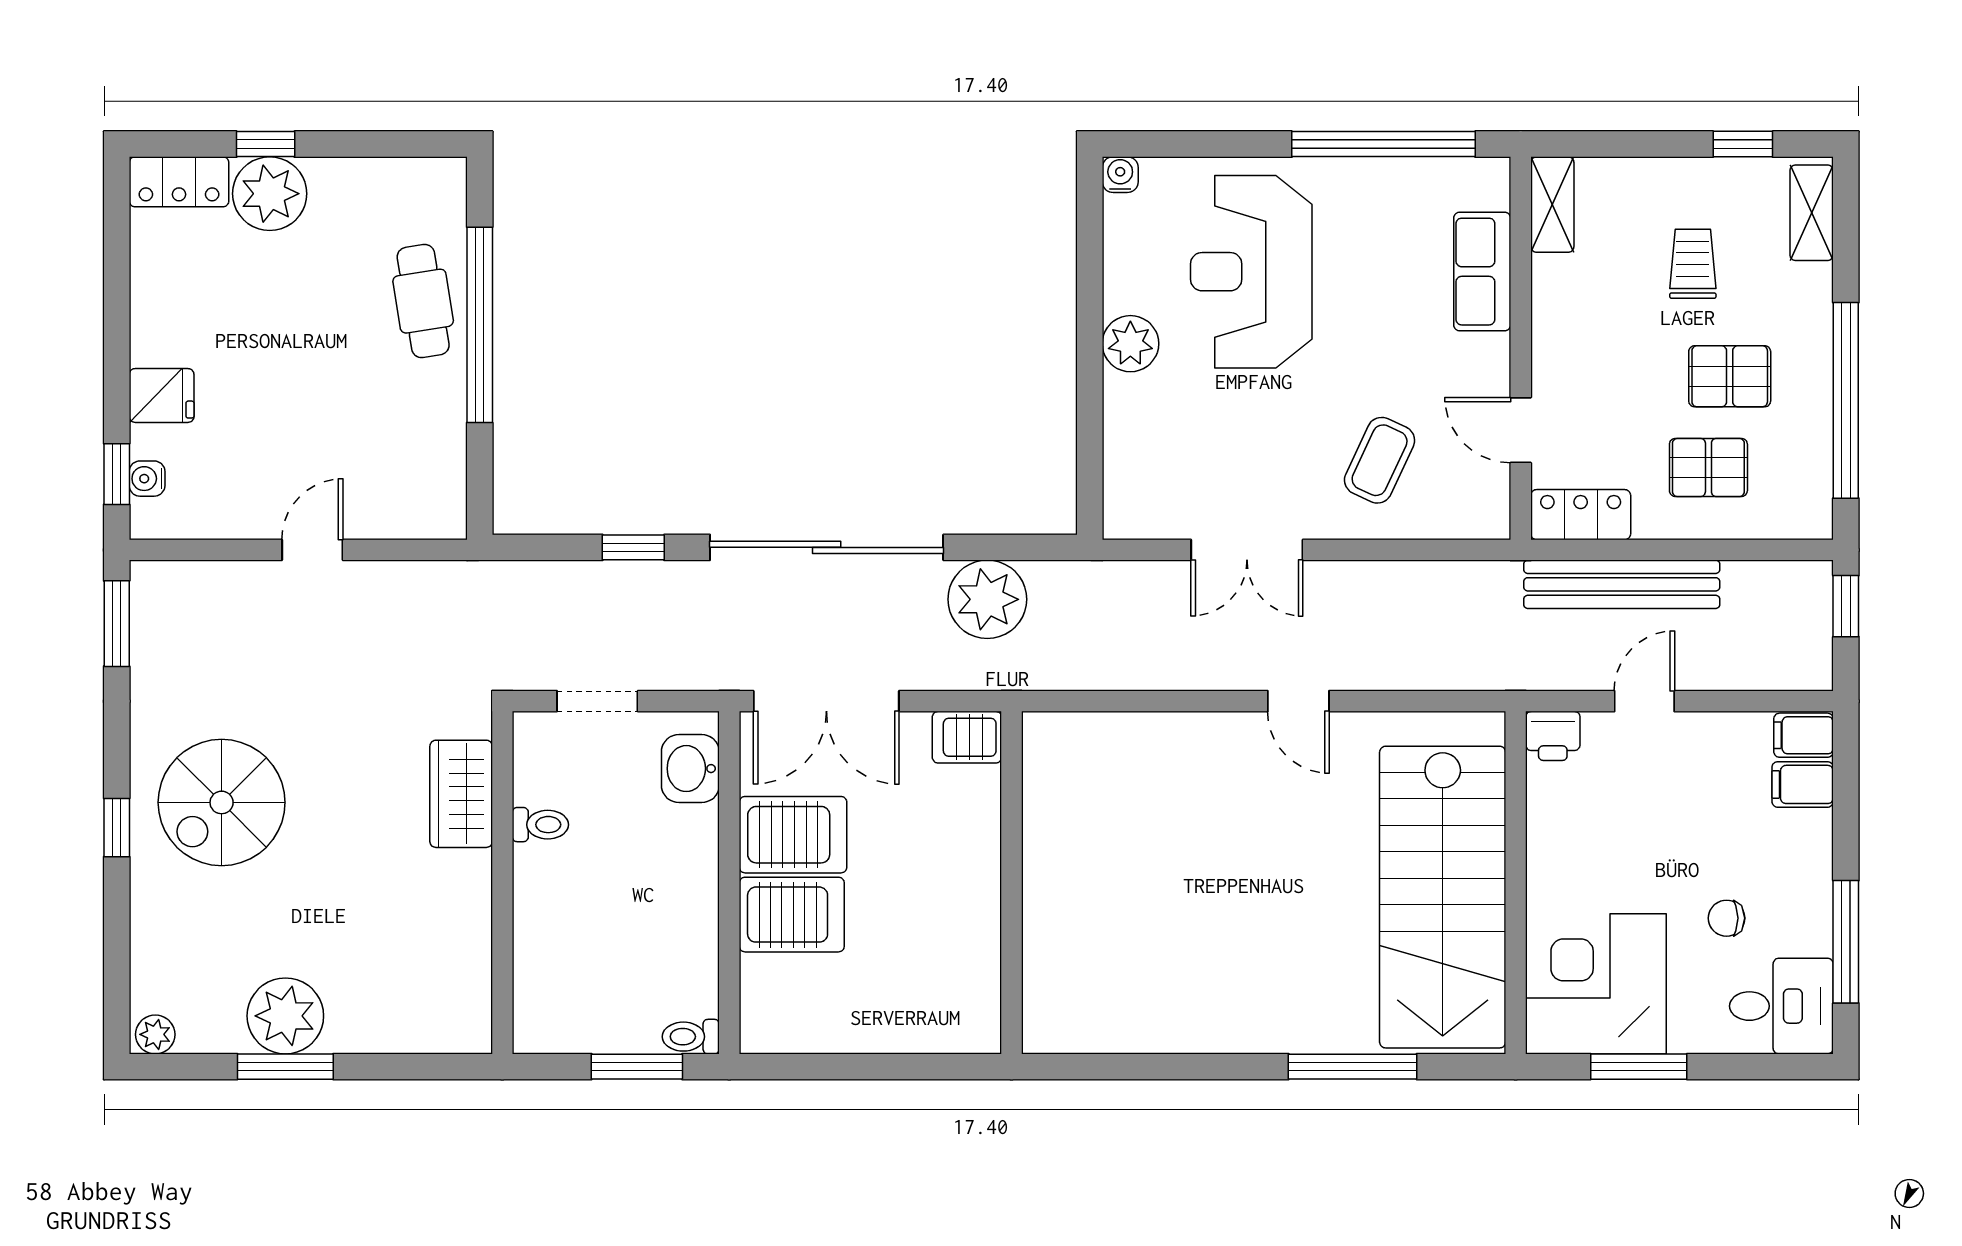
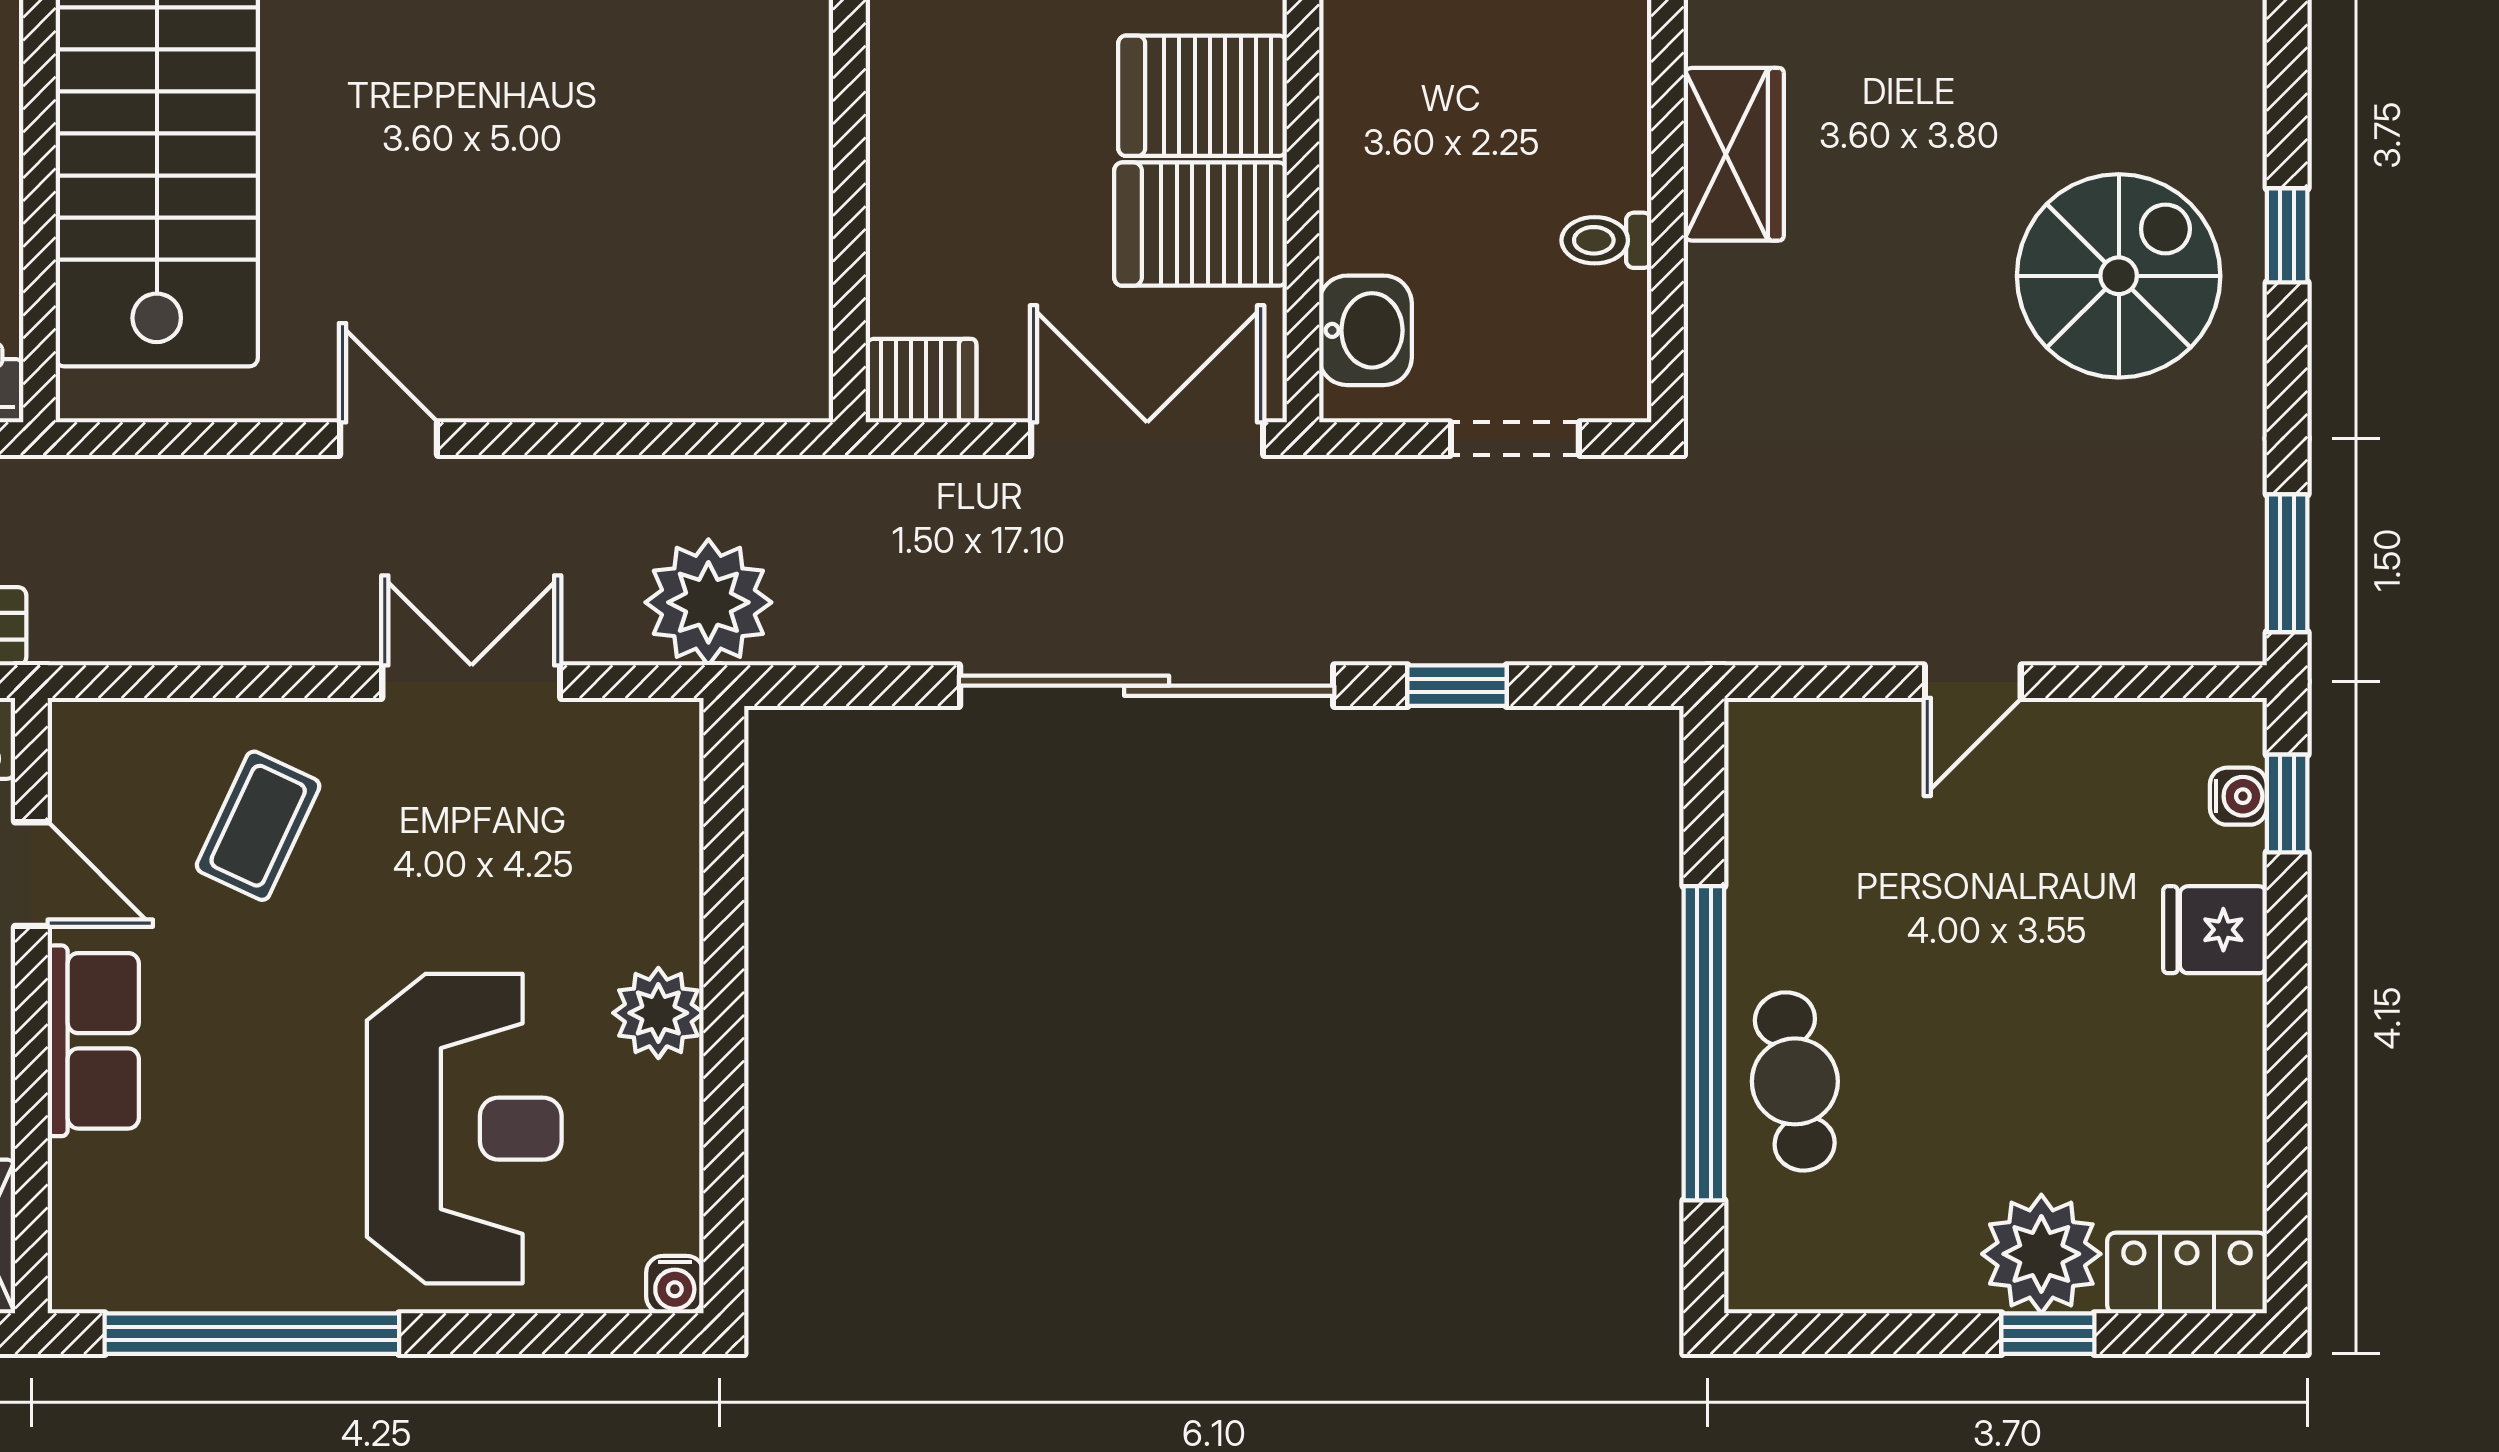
row of seats: (1482, 272) -> (93, 1041), moved
plant: (987, 599) -> (708, 602), moved
wardrobe: (461, 794) -> (1734, 154), moved

